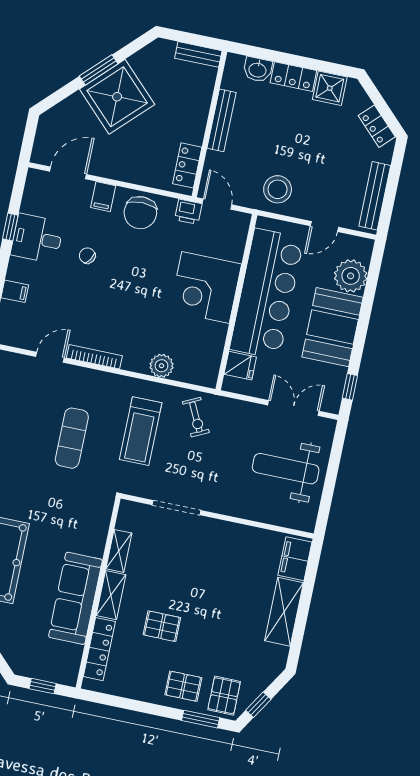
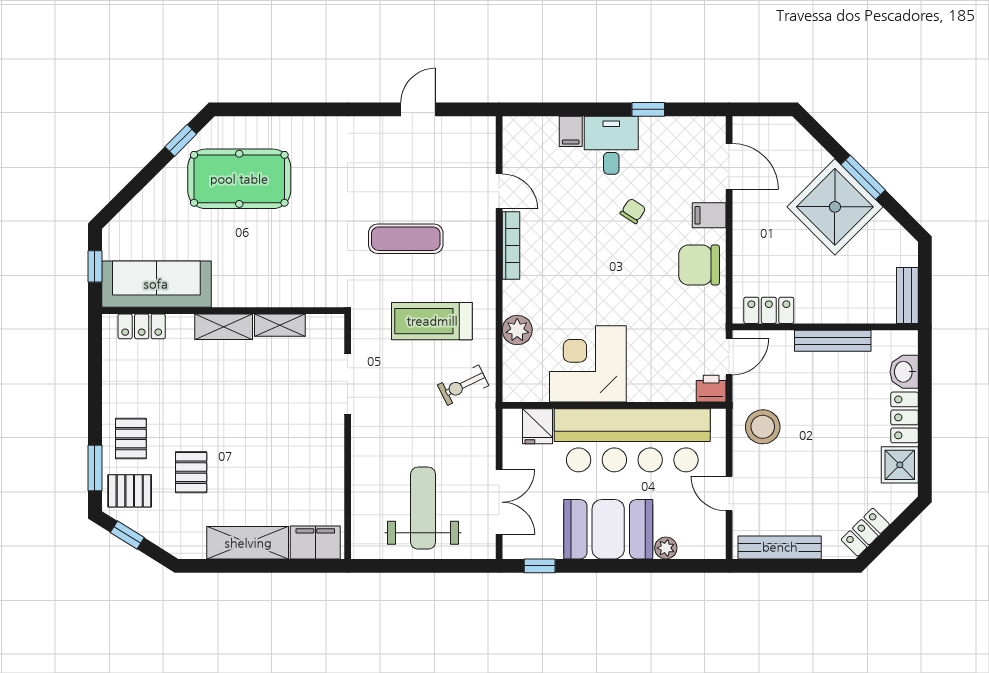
printer: (188, 212) -> (711, 389), moved, turned 90
desk: (37, 239) -> (611, 145), moved
plant: (351, 276) -> (666, 548), width x0.53, depth x0.53
corner desk: (206, 287) -> (588, 364), moved
sofa: (75, 598) -> (156, 284), moved
pallet: (162, 626) -> (191, 472), moved
locker: (99, 649) -> (142, 326), width x0.66

